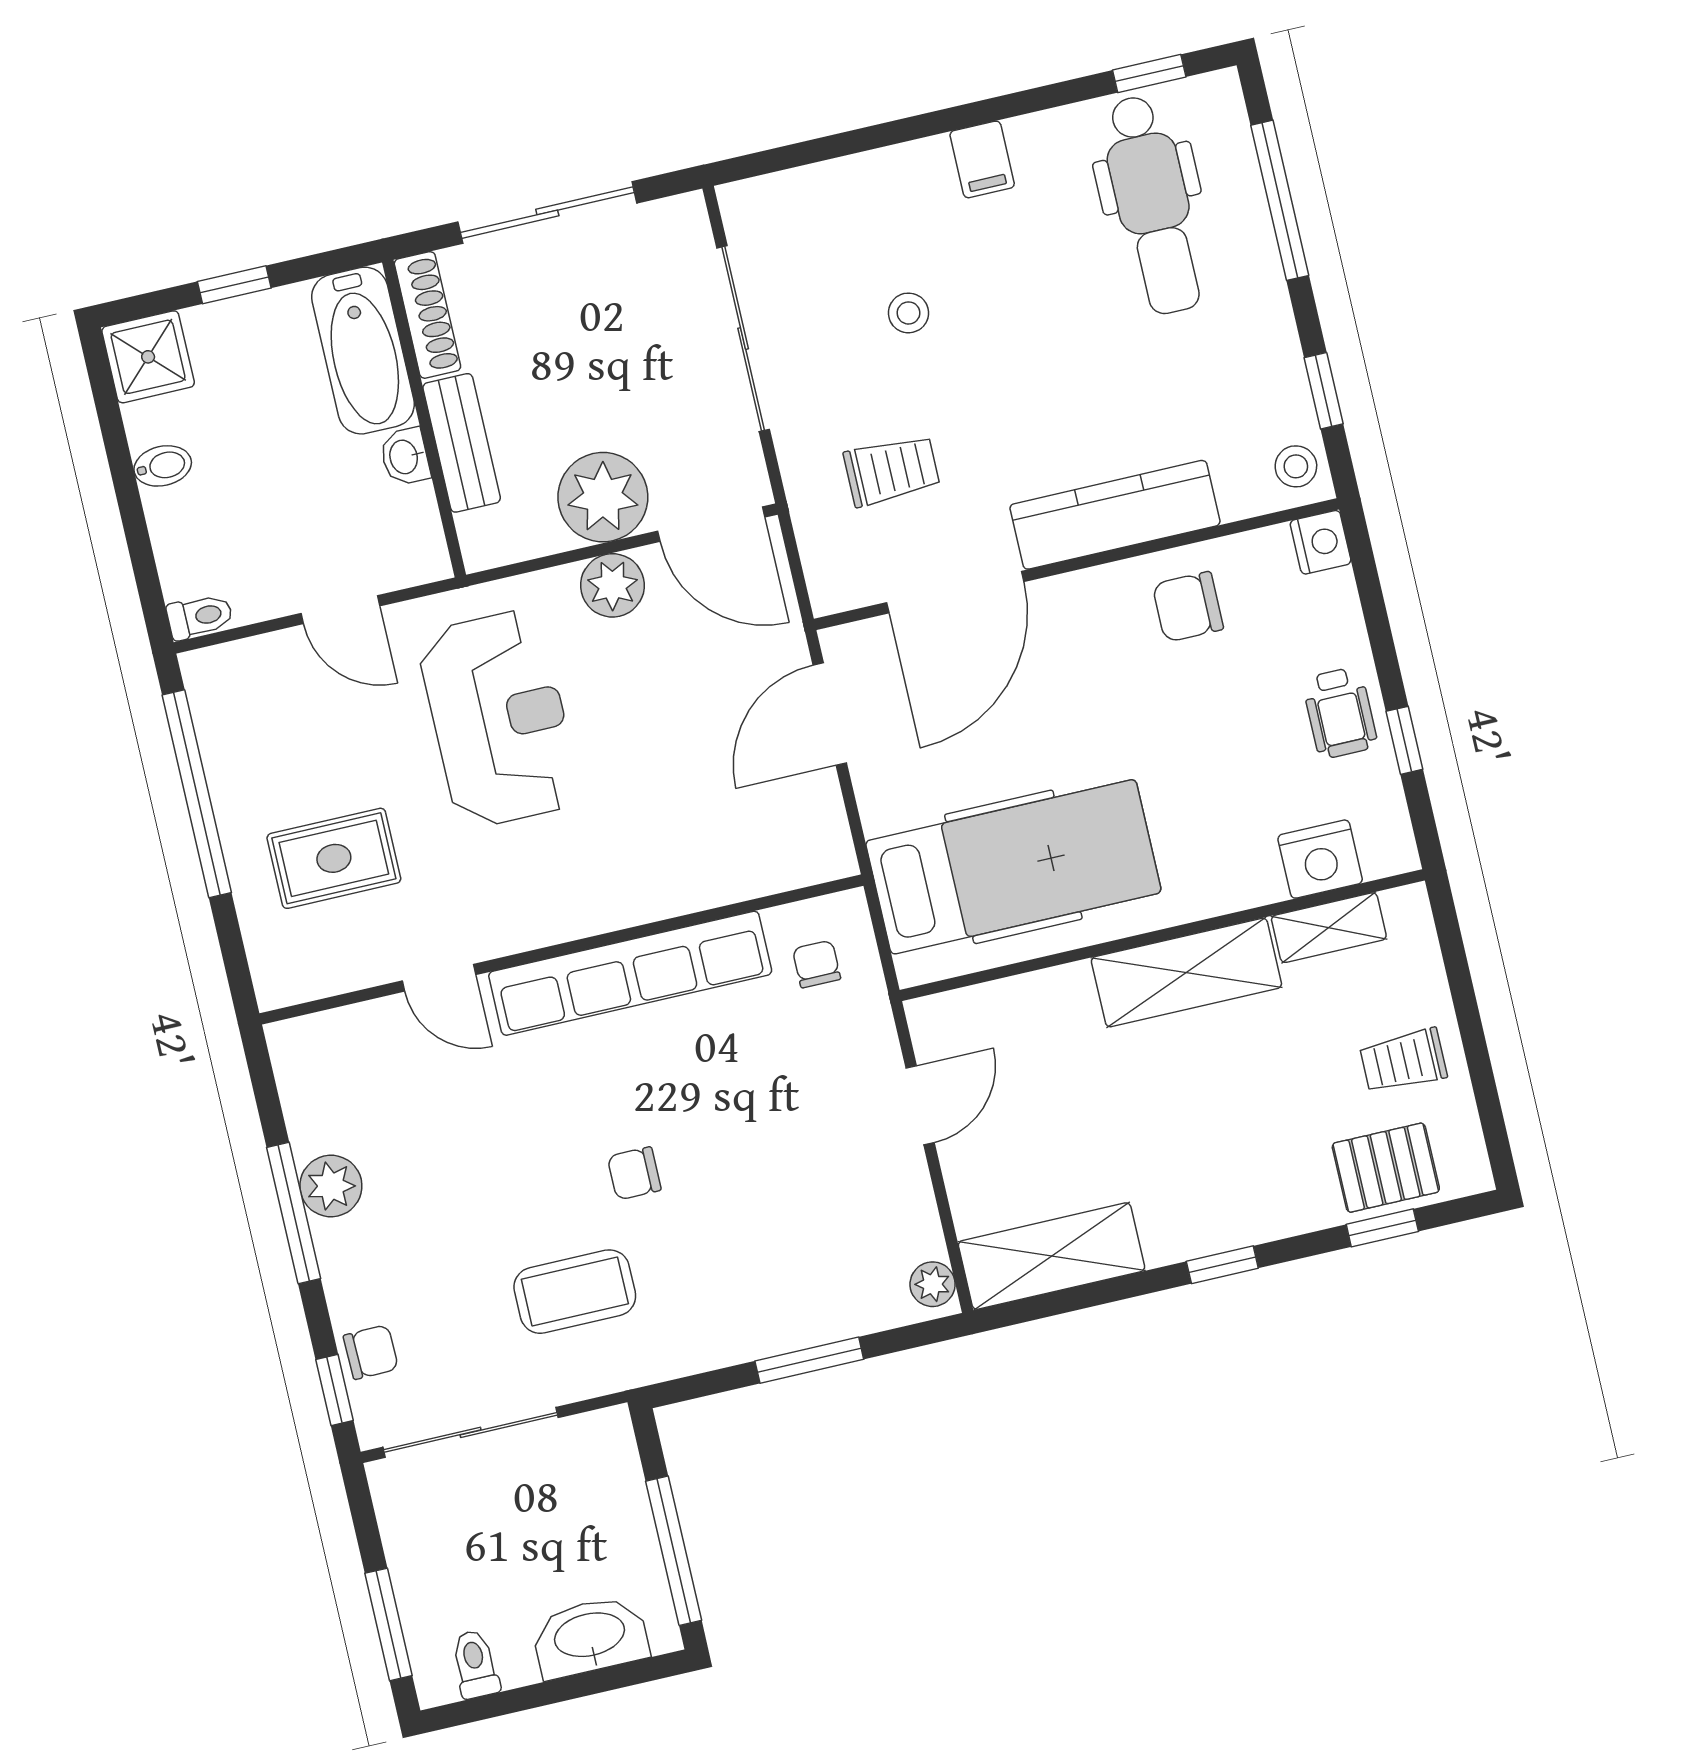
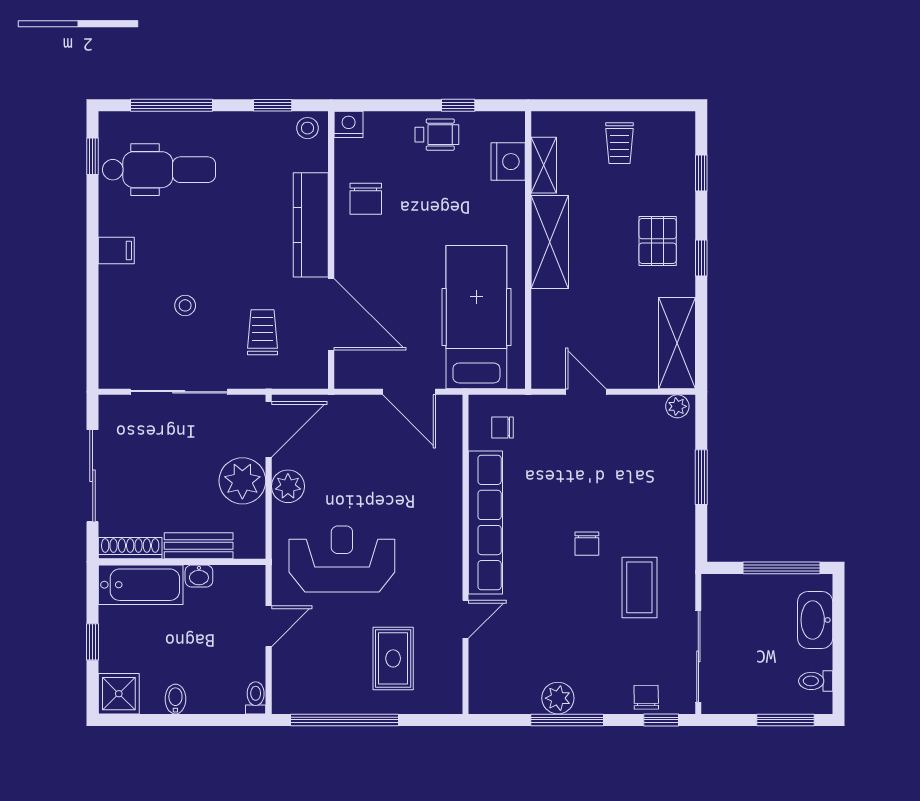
door: (830, 714) -> (409, 392), moved
pallet: (1386, 1168) -> (658, 241), moved

